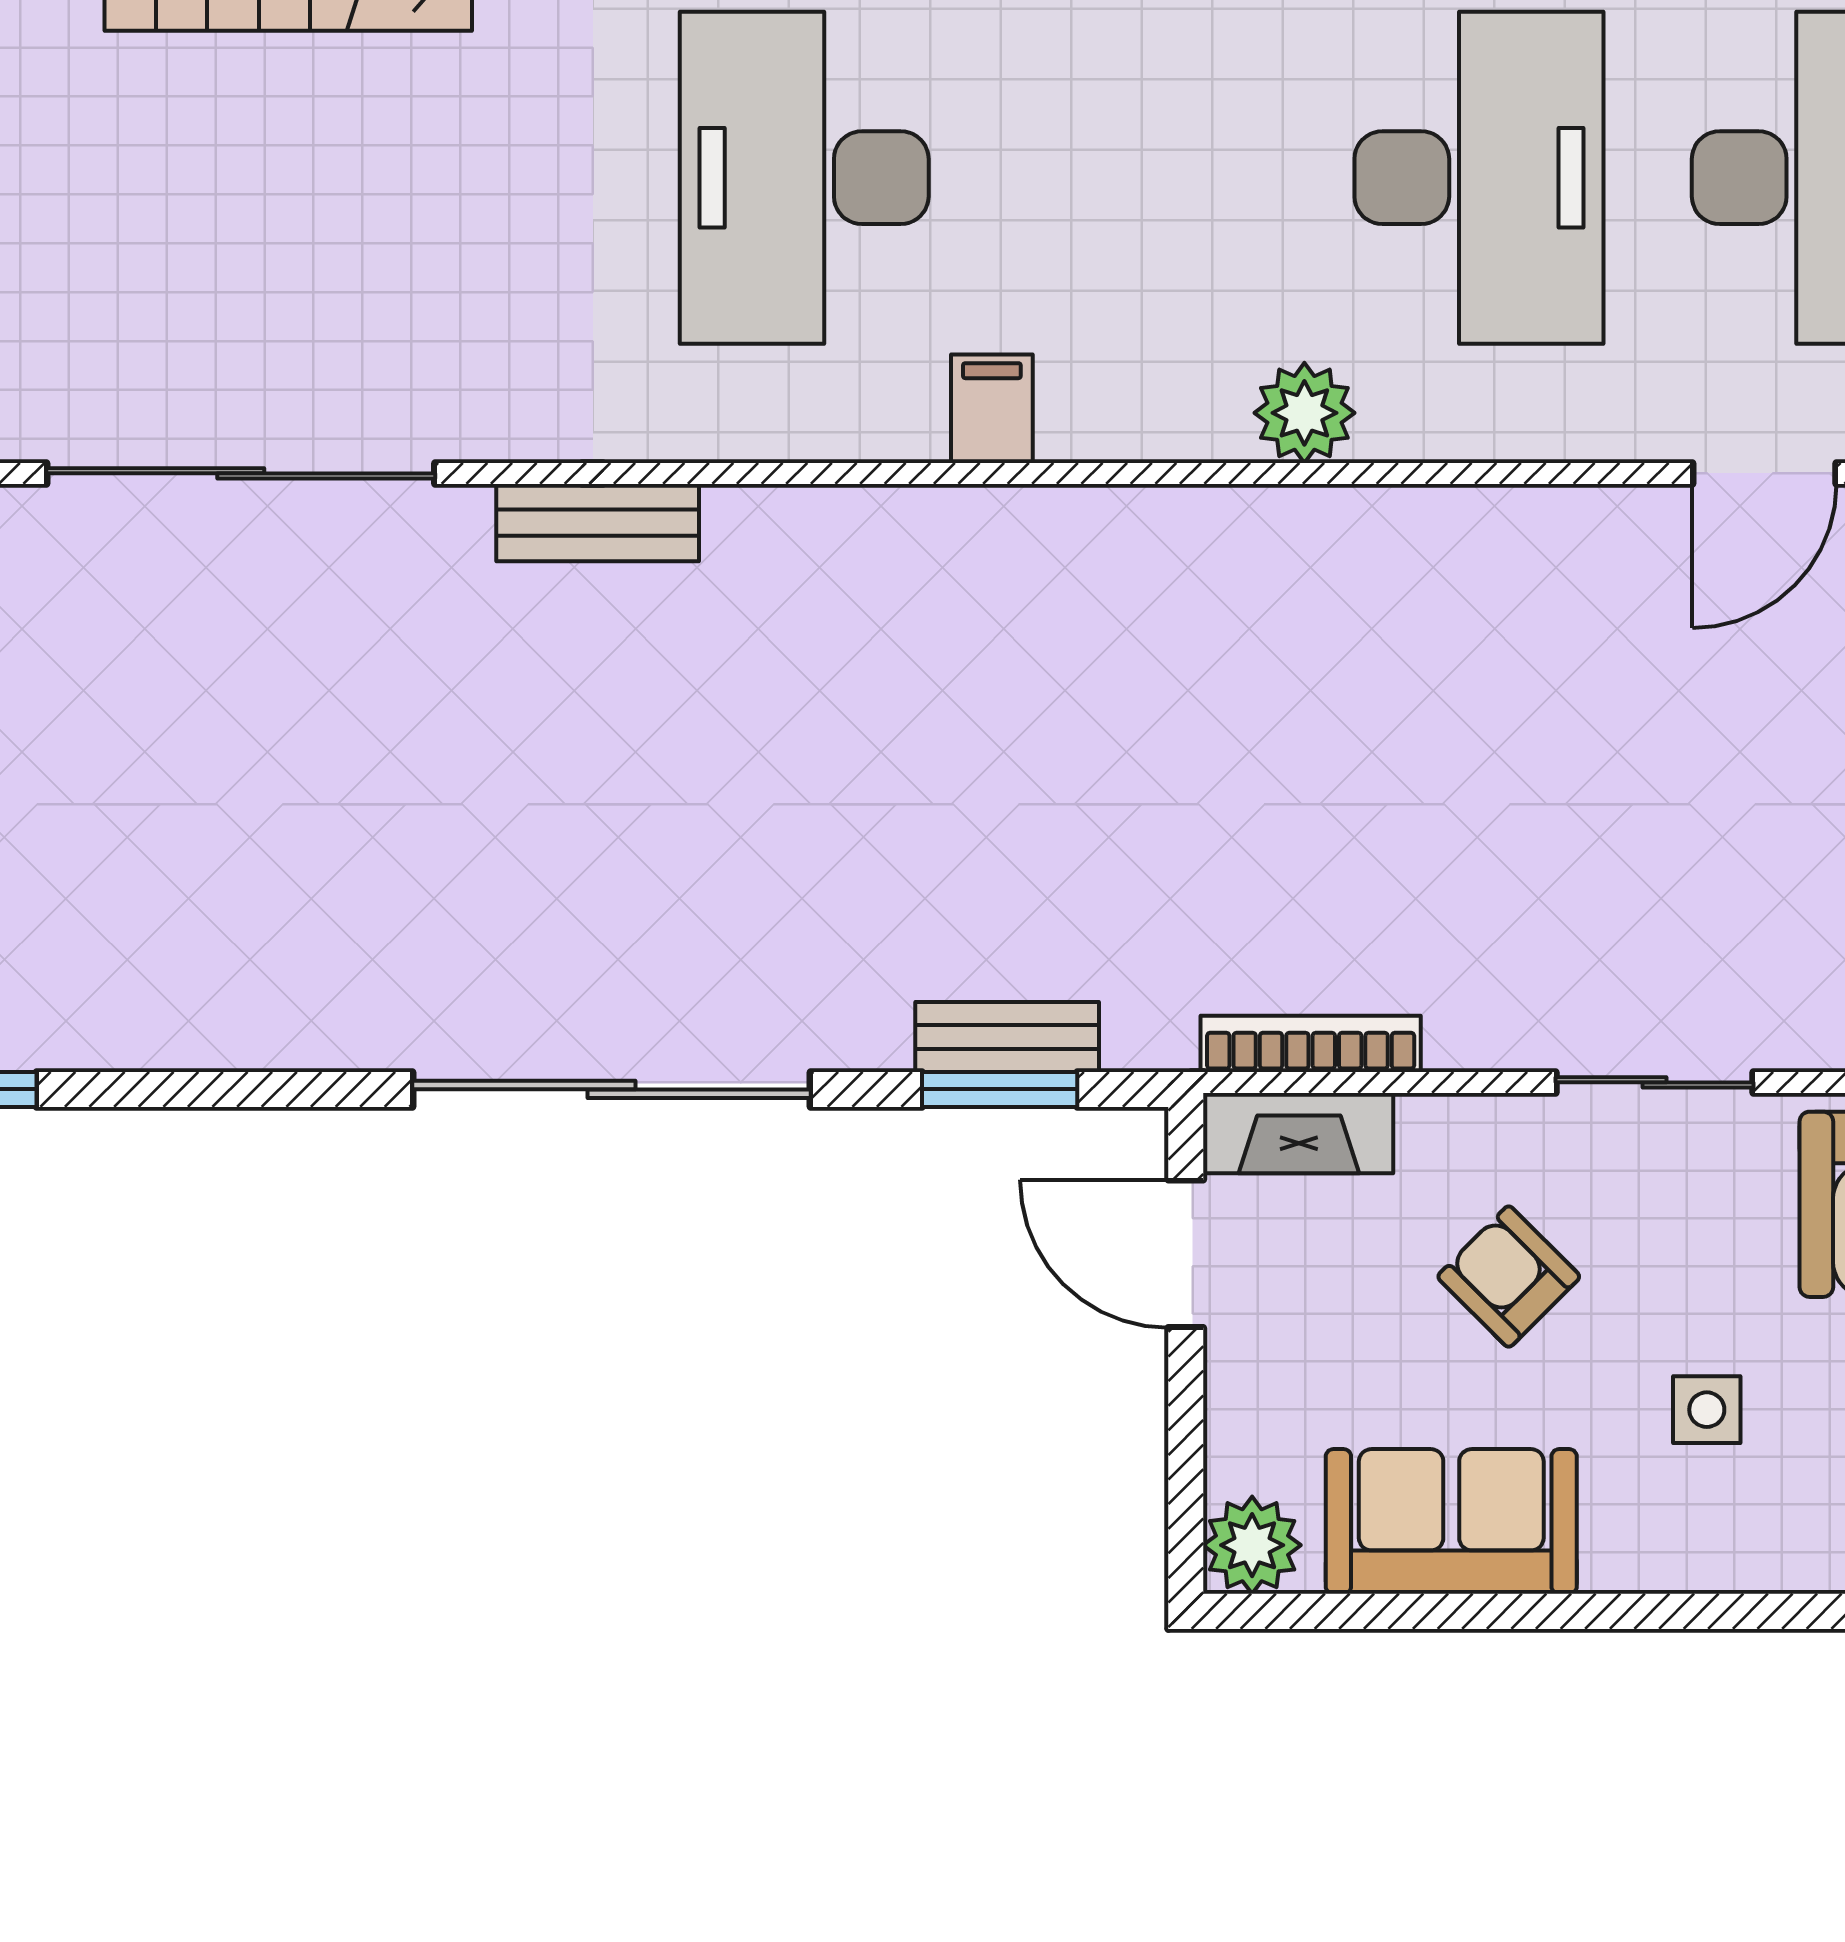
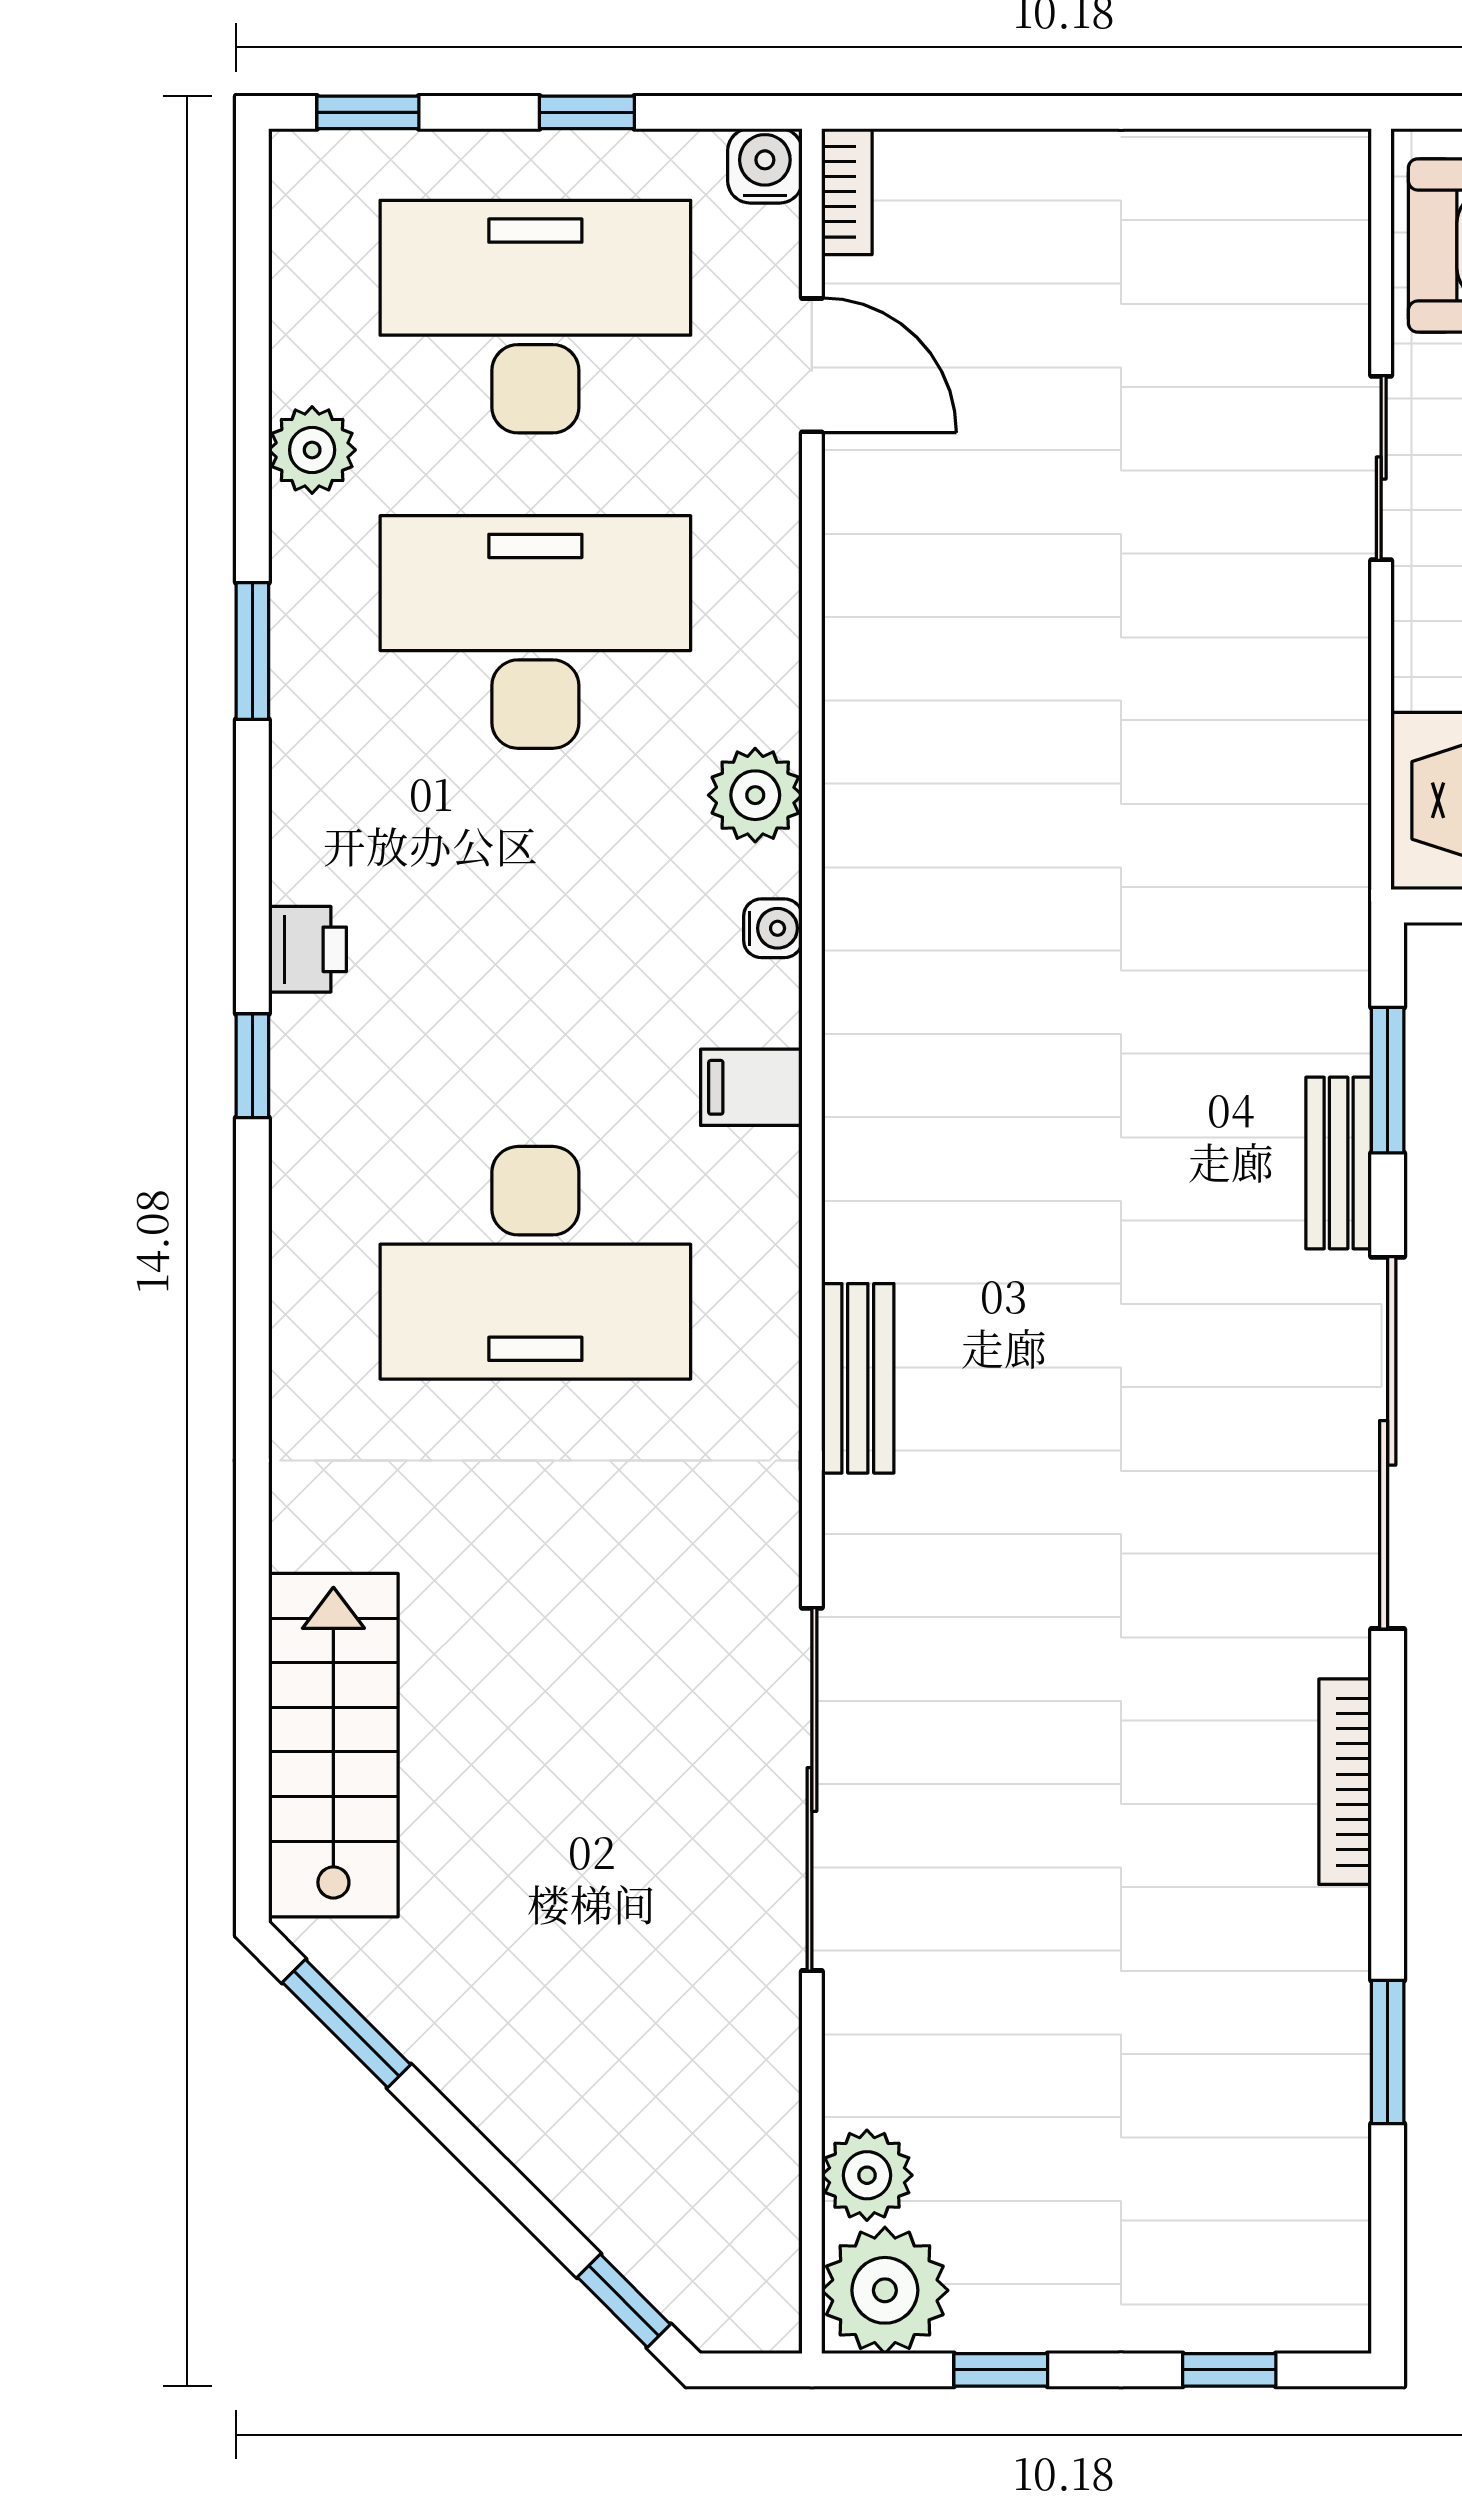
water cooler: (1162, 432) -> (773, 928), added
bench: (598, 523) -> (858, 1378), moved
bench: (1007, 1037) -> (1339, 1163), moved
bookcase: (1311, 1044) -> (1345, 1782), moved

